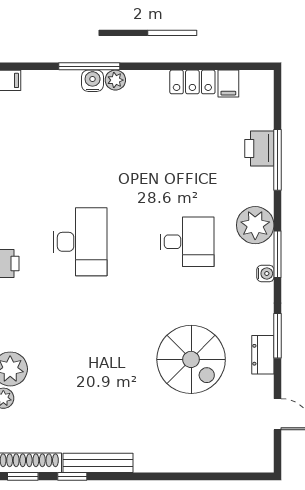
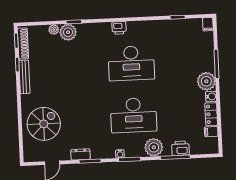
plant: (115, 80) -> (206, 81), width x1.88, depth x1.88
water cooler: (93, 81) -> (211, 96), moved
plant: (255, 225) -> (154, 147), moved
desk: (80, 242) -> (131, 63), width x1.36, depth x1.30
desk: (187, 242) -> (134, 115), width x1.87, depth x1.30
spiral stairs: (191, 359) -> (44, 124), moved, turned 180

